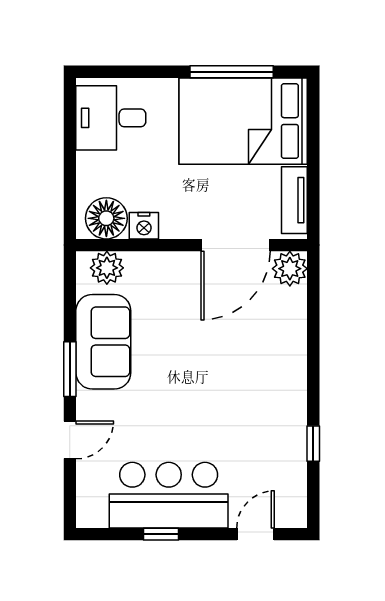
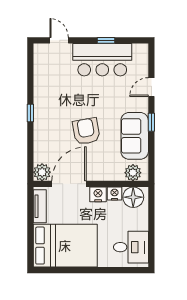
window: (232, 72) -> (71, 270), removed
nightstand: (177, 224) -> (98, 194), added
armchair: (201, 351) -> (86, 131), added
window: (70, 369) -> (151, 122), width x0.67
window: (313, 444) -> (30, 113), moved
door: (256, 534) -> (59, 40), swing flipped

